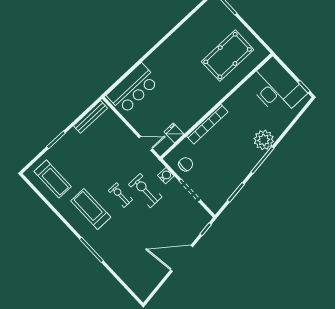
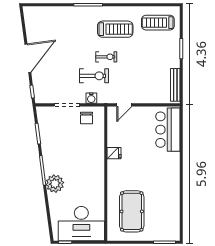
bookcase: (207, 124) -> (100, 157), removed
fridge: (174, 133) -> (114, 153), moved

